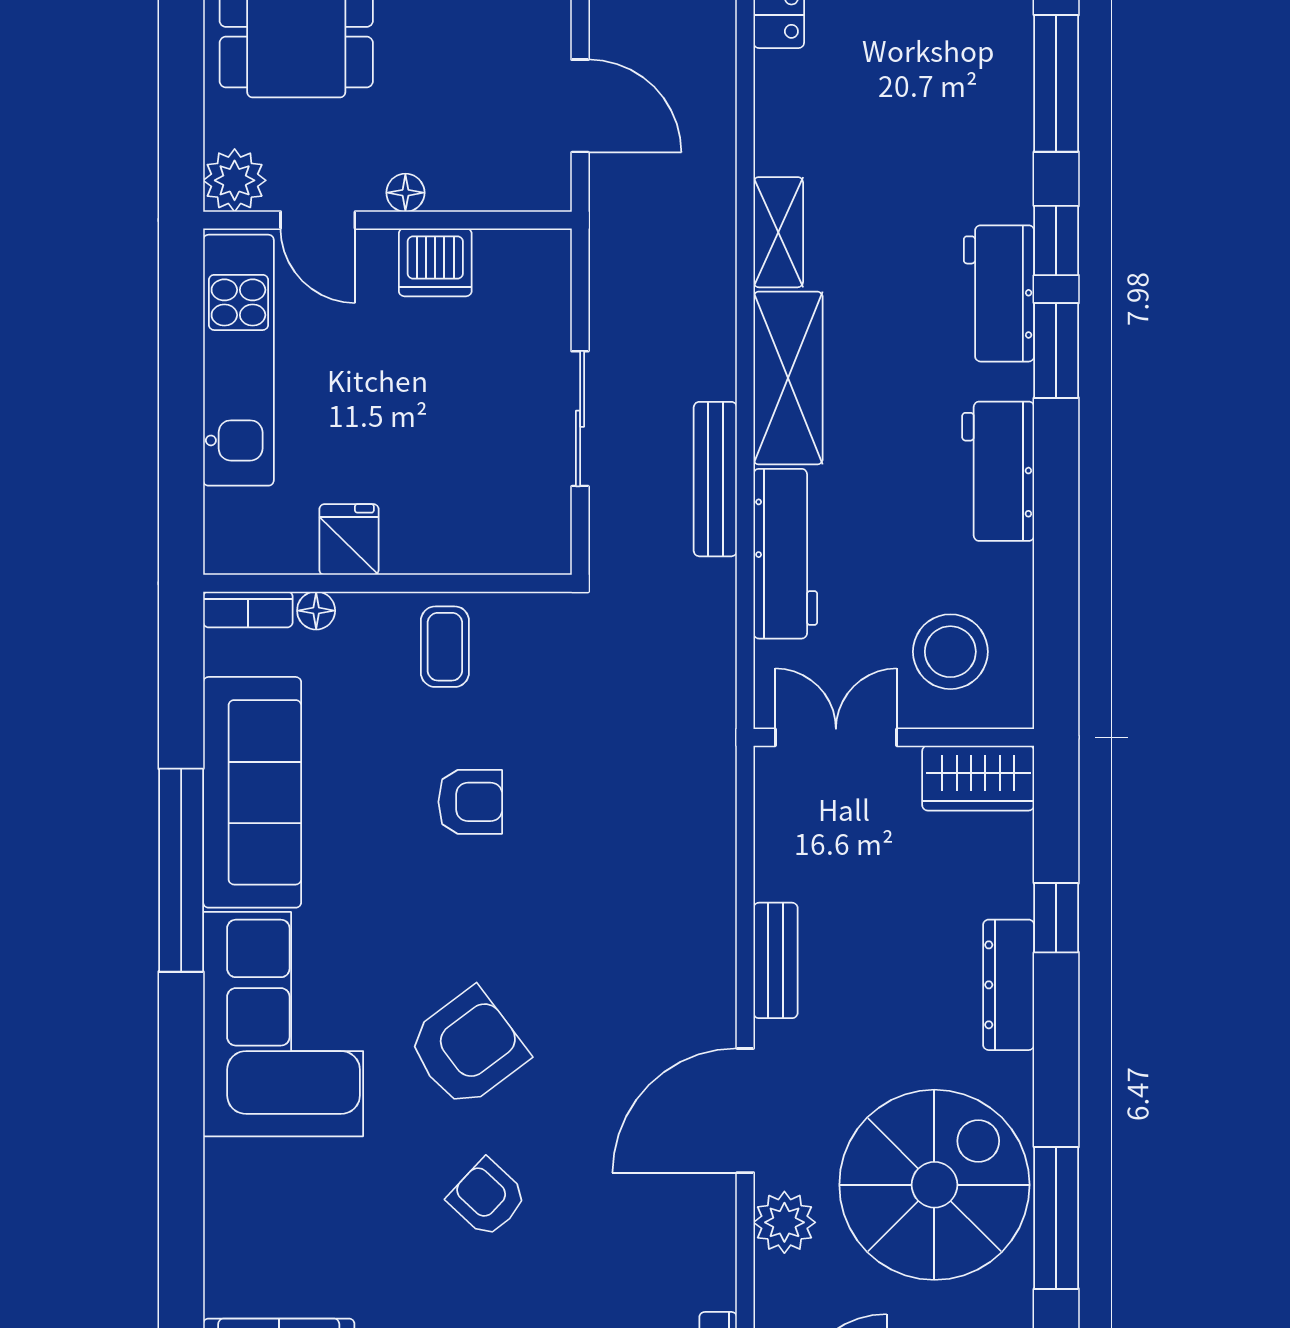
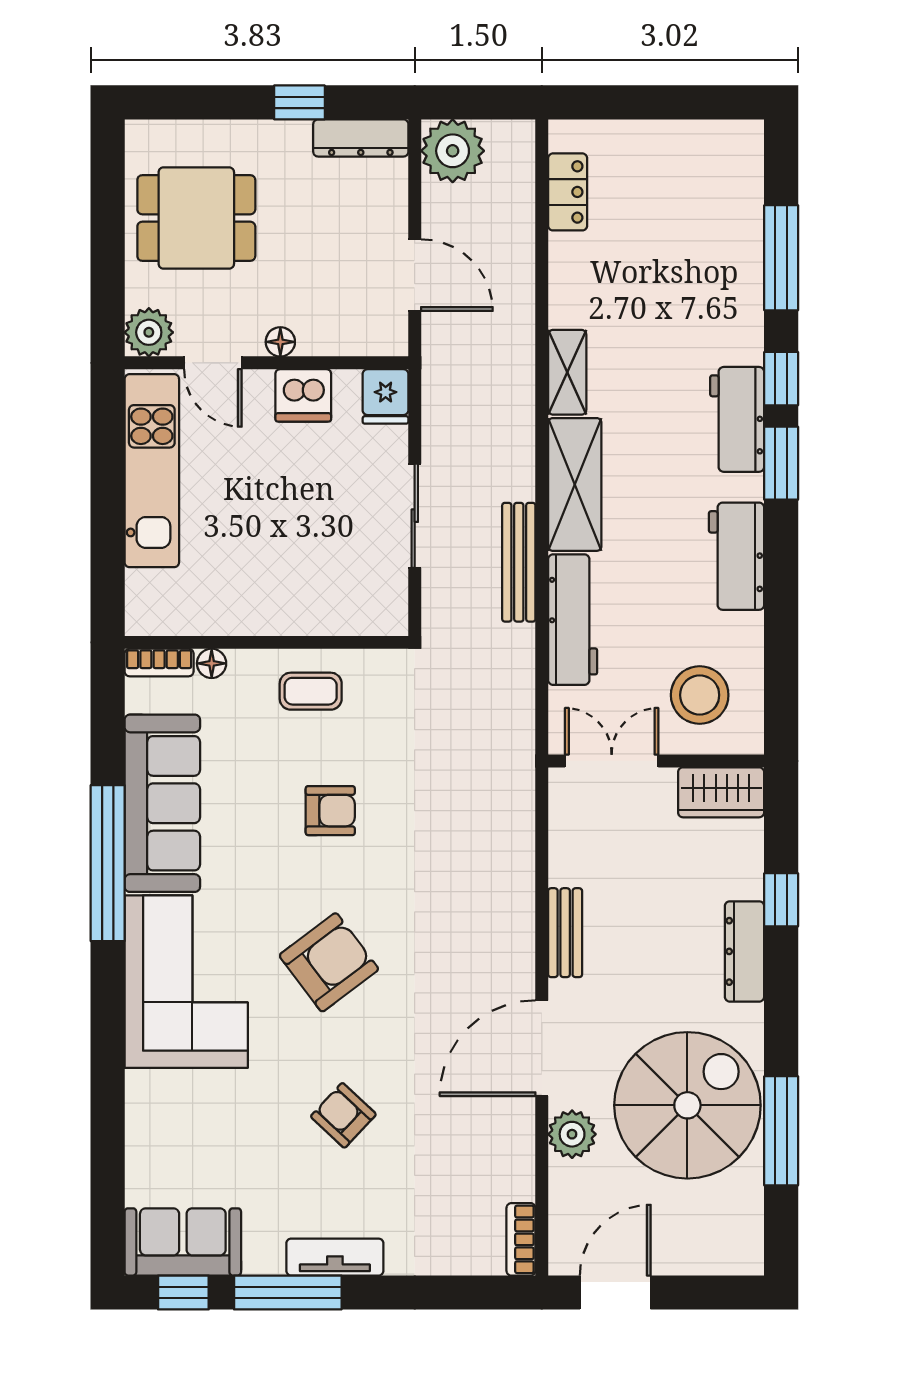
fridge: (349, 540) -> (386, 396), moved, turned 180
coffee table: (445, 647) -> (311, 691), turned 90
armchair: (467, 1048) -> (329, 962), moved

